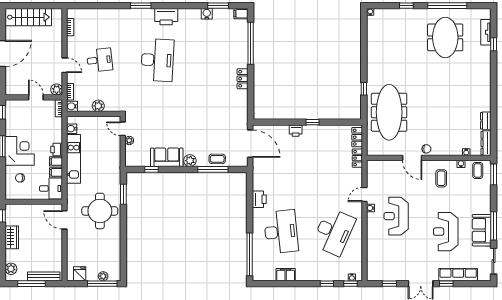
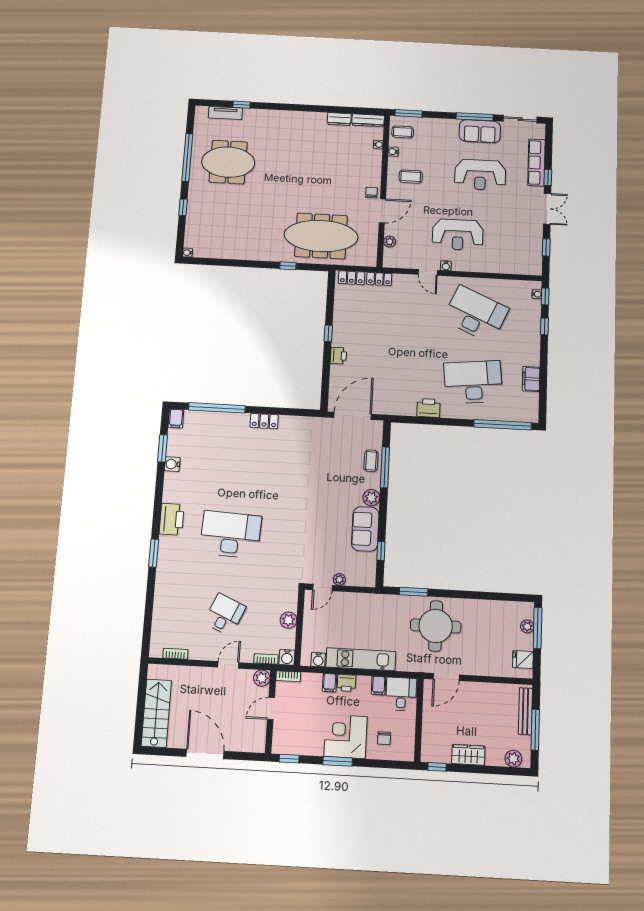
desk: (100, 60) -> (225, 615), turned 30
filing cabinet: (56, 161) -> (330, 683), moved
plant: (388, 165) -> (390, 242), added

